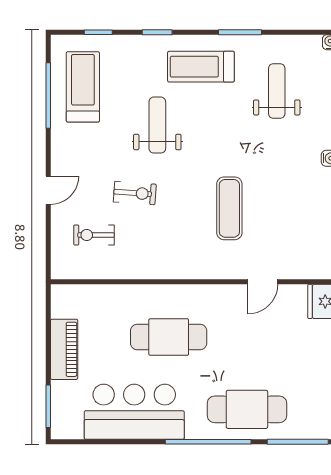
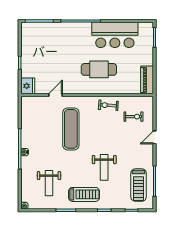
exercise bike: (135, 193) -> (108, 105), moved
exercise mat: (229, 208) -> (71, 129), width x1.36, depth x1.45
piano: (64, 349) -> (147, 80), moved
cafe table: (247, 409) -> (63, 36), removed

